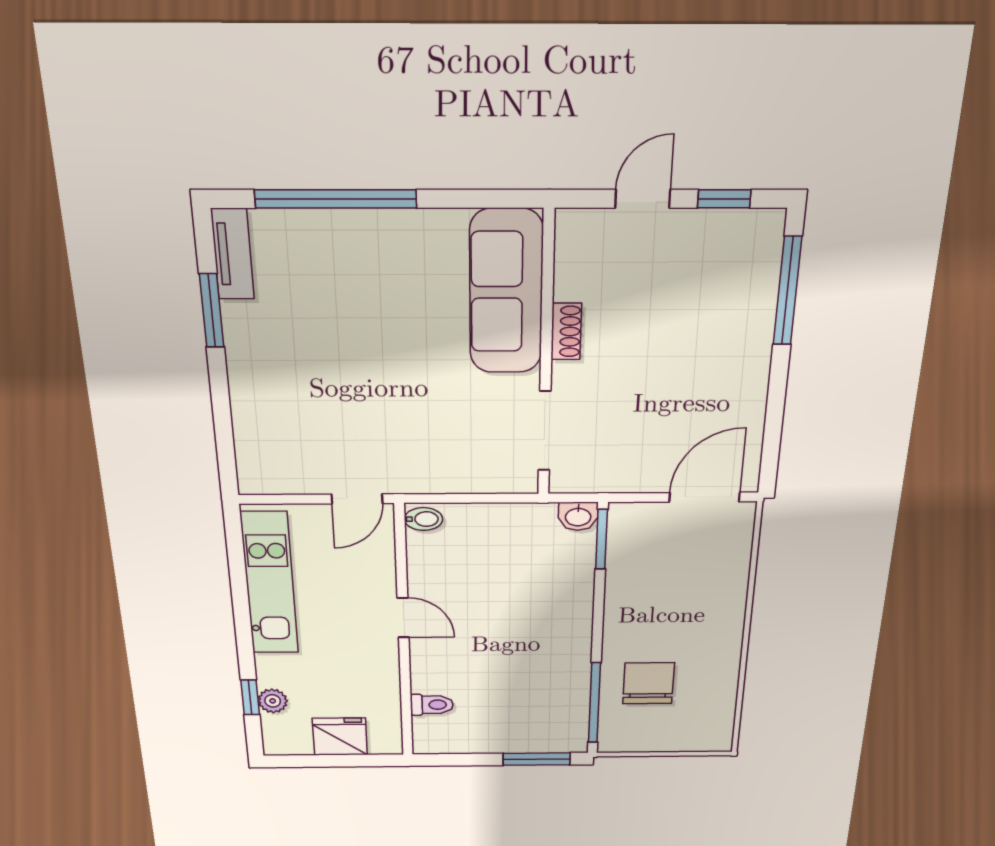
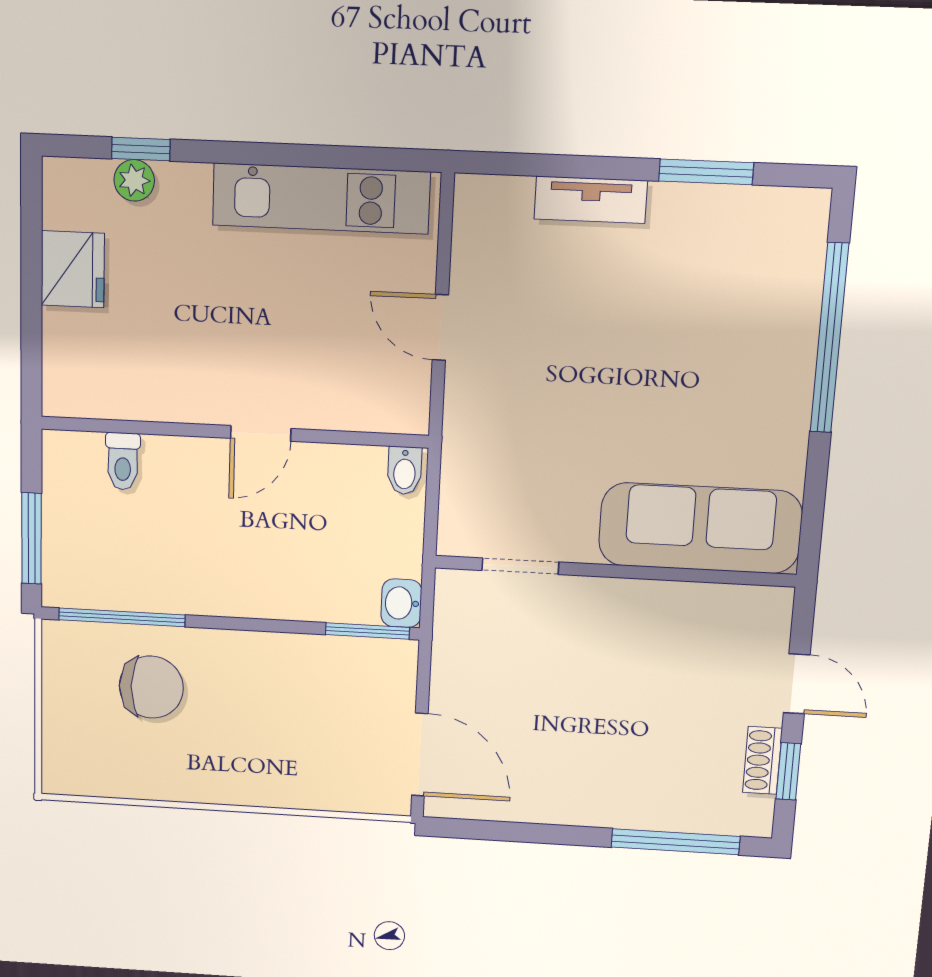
tv unit: (233, 254) -> (591, 200), moved
shoe rack: (566, 331) -> (762, 760), moved, turned 90
doorway: (545, 431) -> (520, 566), width x0.73
bidet: (423, 519) -> (405, 471), moved
door: (403, 618) -> (261, 433), moved
wall: (404, 635) -> (234, 432), moved
toilet: (432, 705) -> (123, 461), moved

